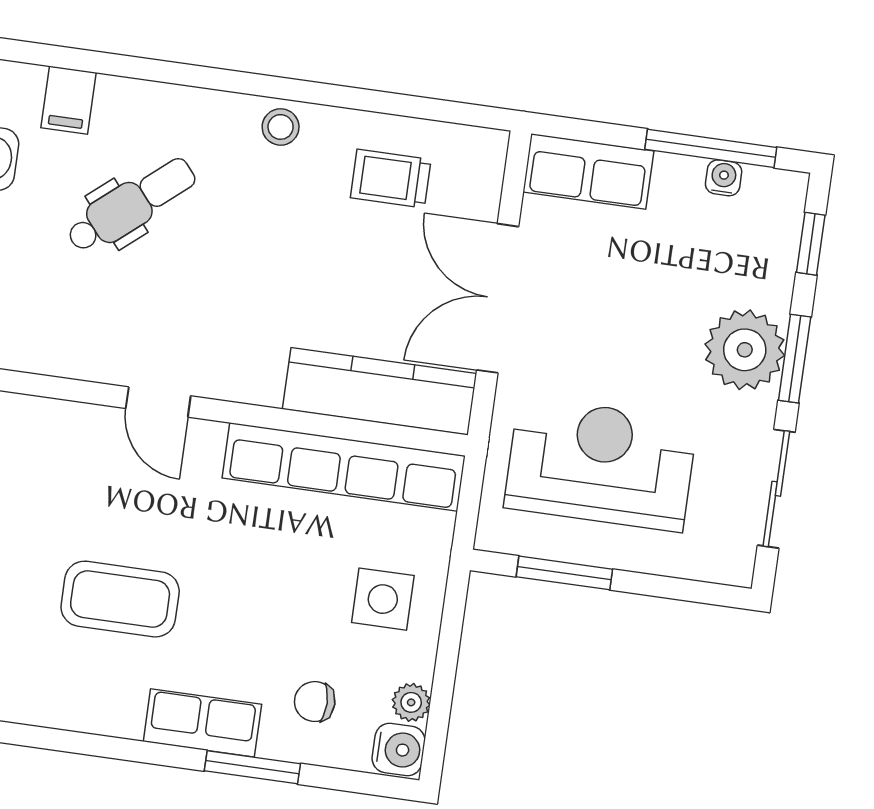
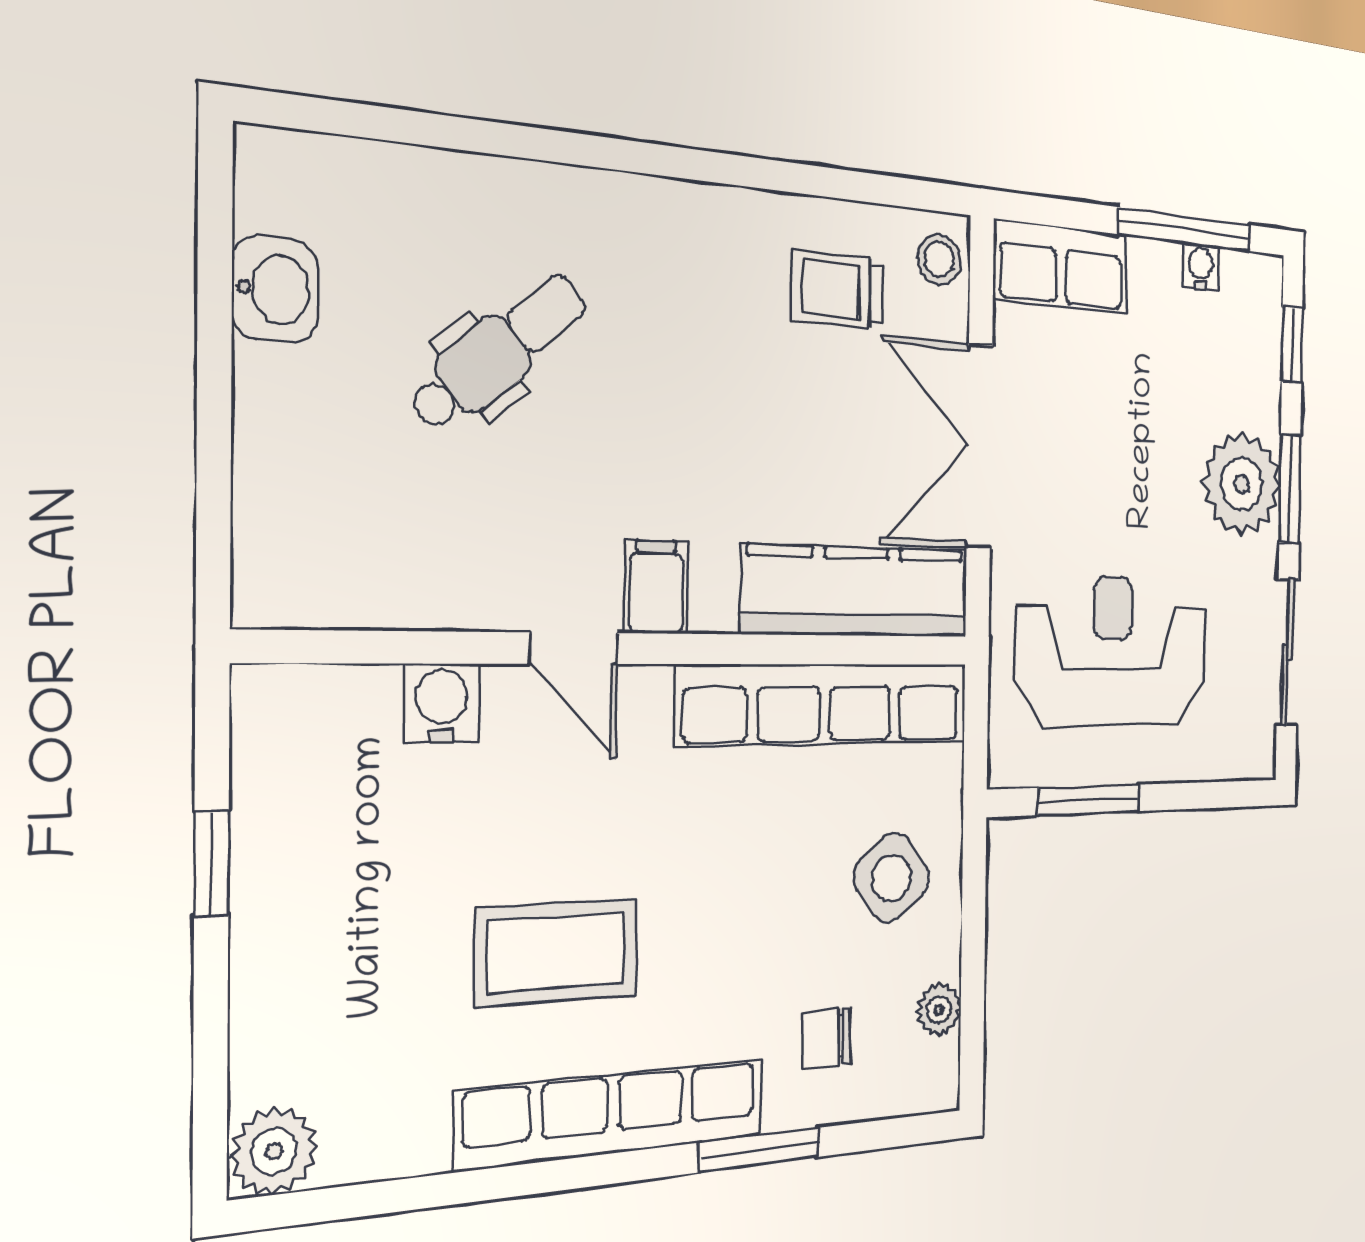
filing cabinet: (69, 100) -> (656, 587), moved, turned 180
stool: (281, 127) -> (939, 260), moved
side table: (383, 599) -> (891, 878), turned -38
row of seats: (202, 723) -> (613, 1114), width x2.02
water cooler: (399, 749) -> (442, 703), moved, turned -90

